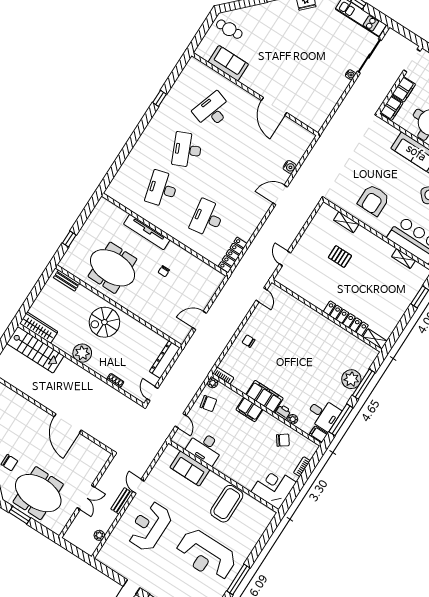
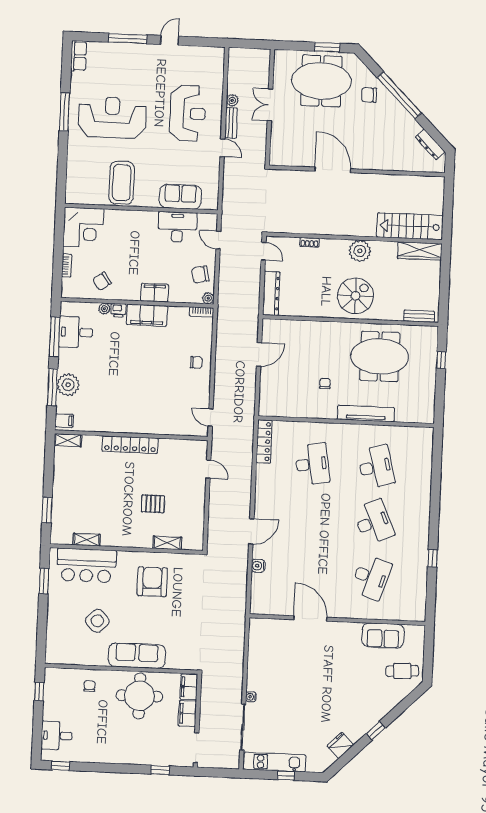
locker: (346, 318) -> (130, 445), moved
filing cabinet: (318, 434) -> (64, 421), moved
plant: (99, 535) -> (232, 100), moved

